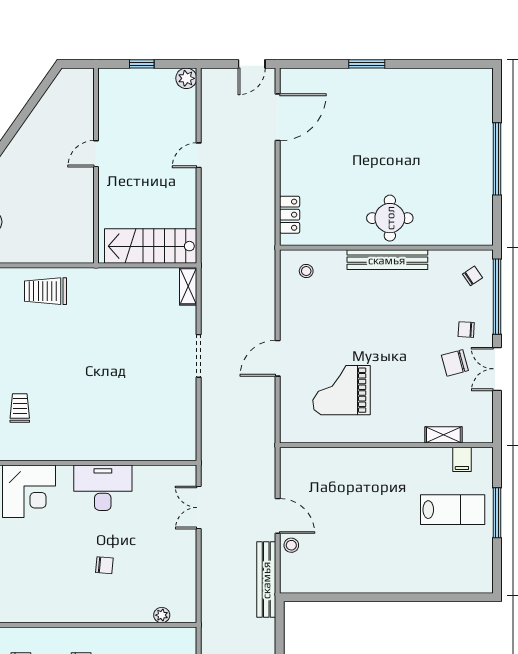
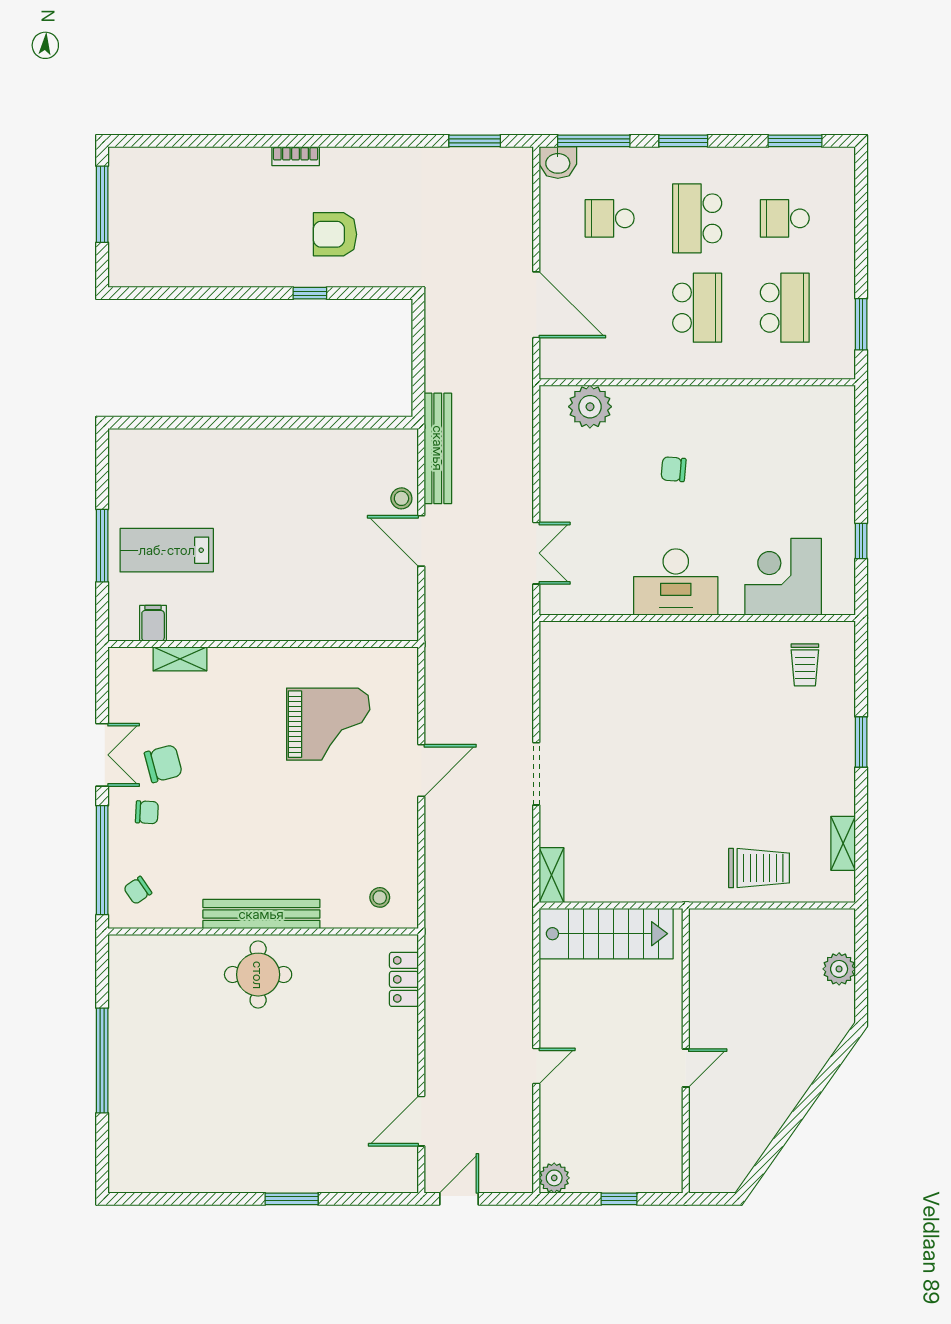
door: (278, 117) -> (421, 1121), width x0.73
trolley: (20, 408) -> (805, 665), moved
plant: (162, 615) -> (590, 407), width x1.88, depth x1.88

